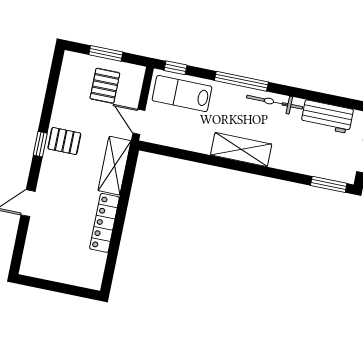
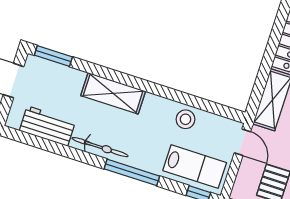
stool: (196, 138) -> (186, 119), added
shelving: (241, 150) -> (113, 93), moved

